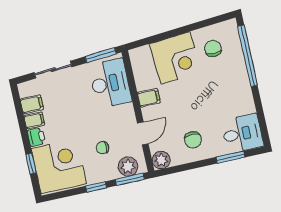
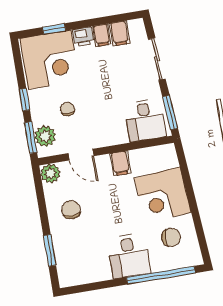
desk: (110, 83) -> (145, 120), width x0.73
desk: (242, 133) -> (129, 256), moved
chair: (193, 140) -> (71, 210), turned 90

